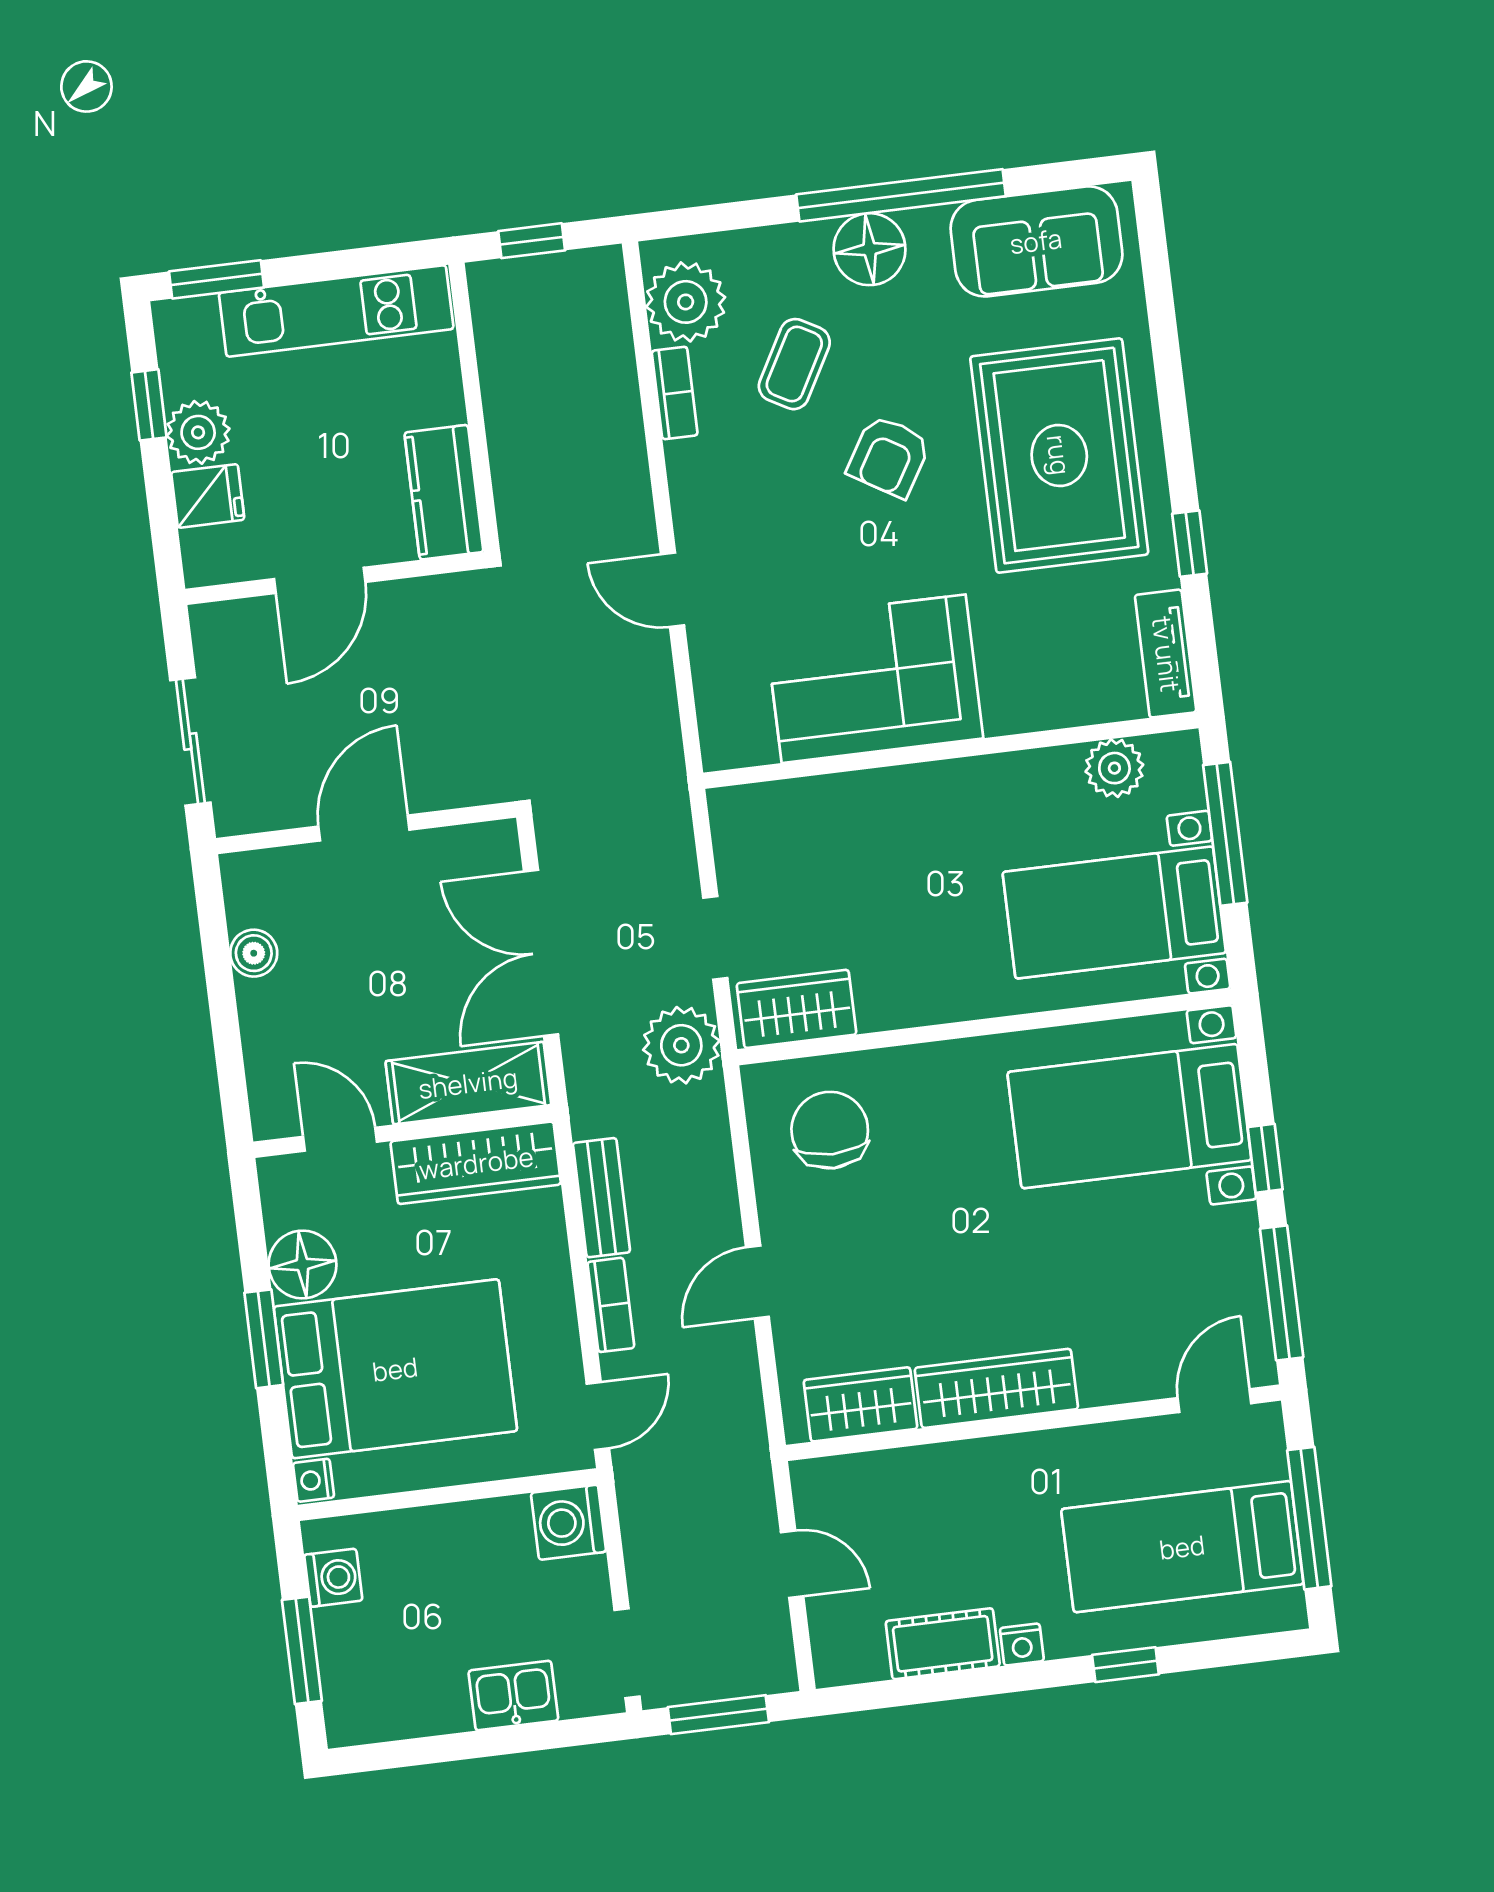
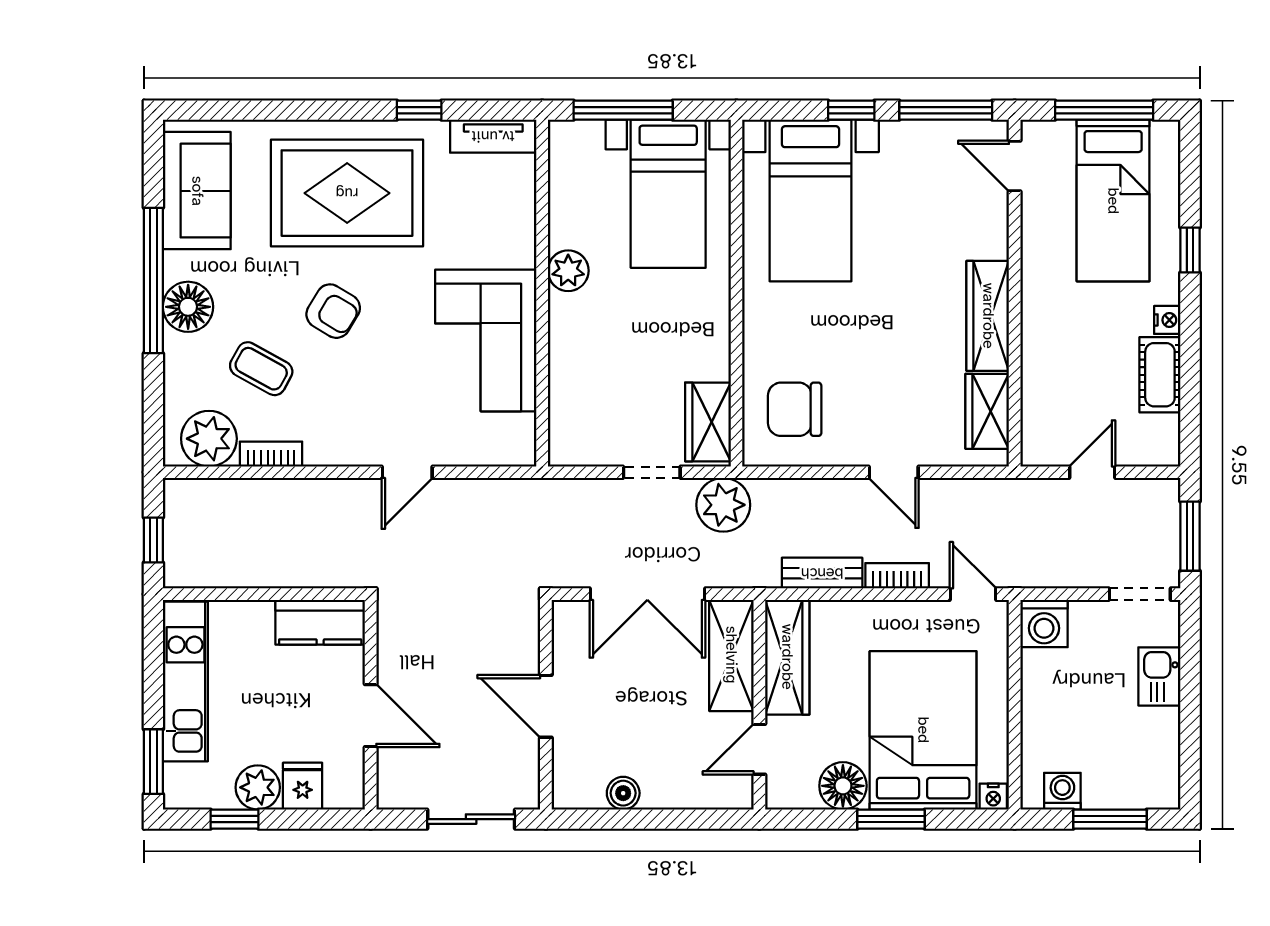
plant: (1114, 768) -> (568, 271), moved

